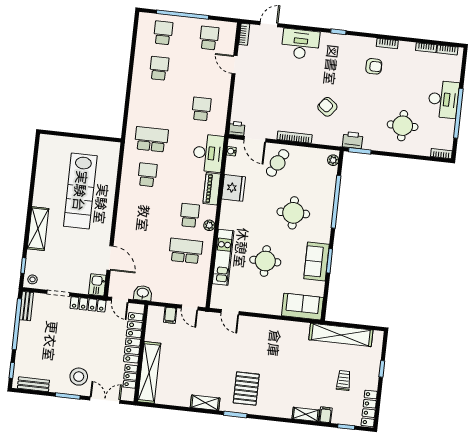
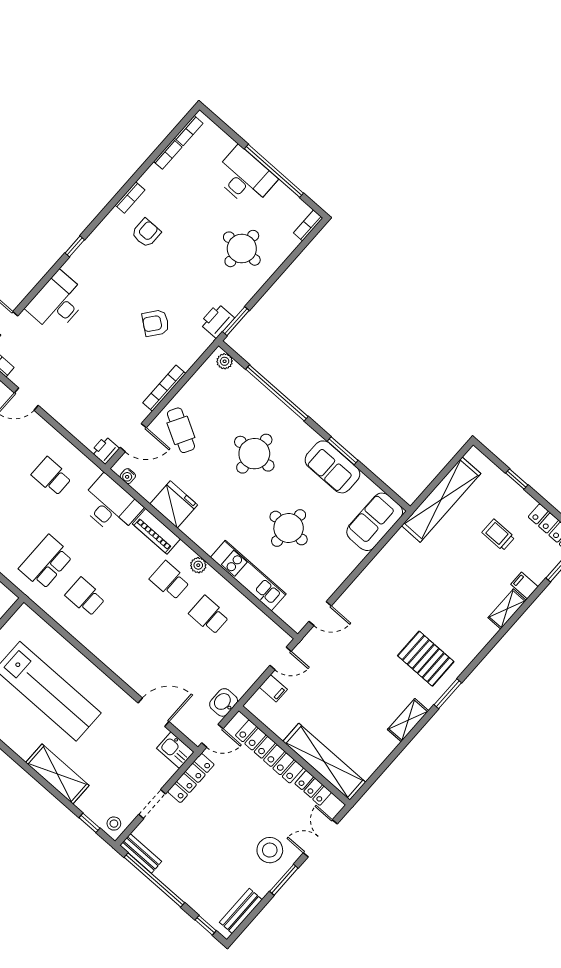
school desk: (186, 251) -> (209, 615), width x0.54

